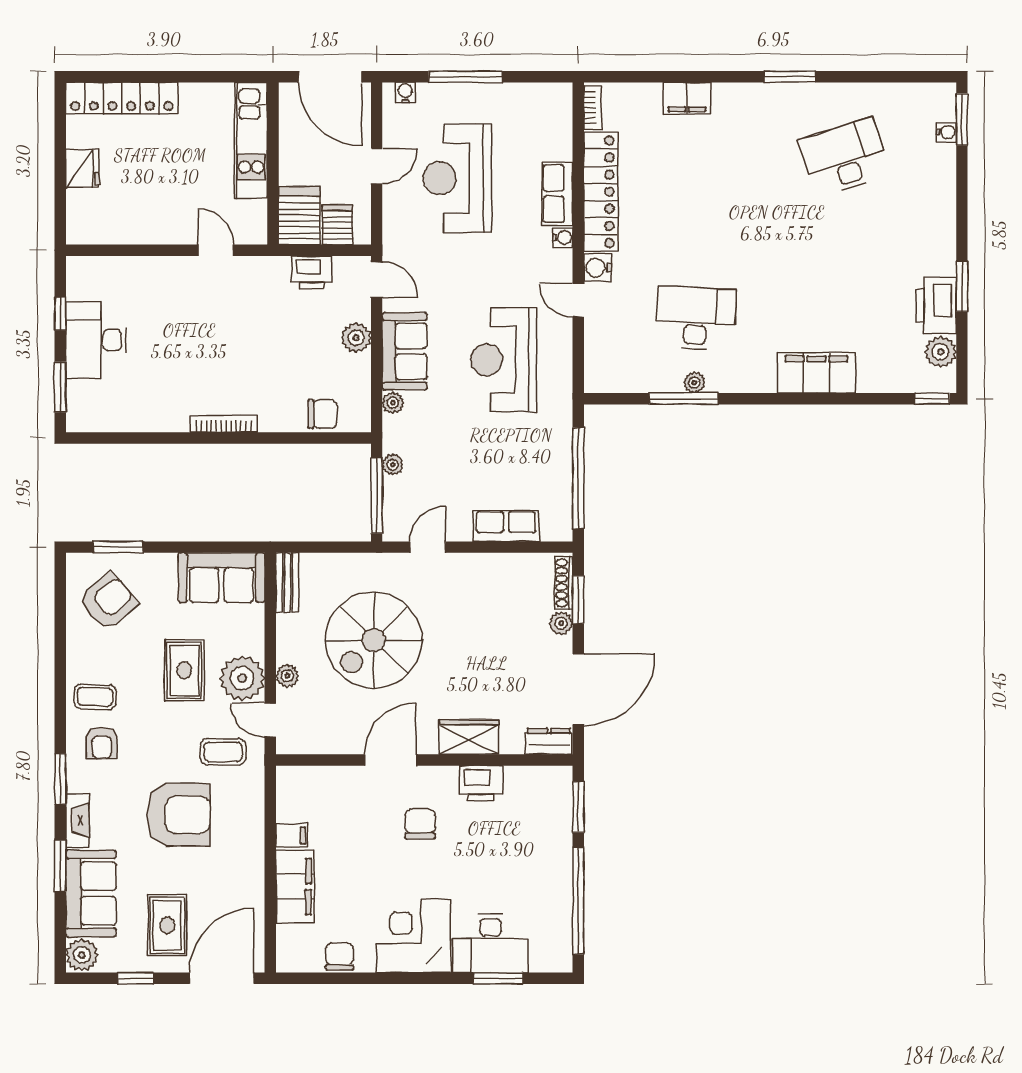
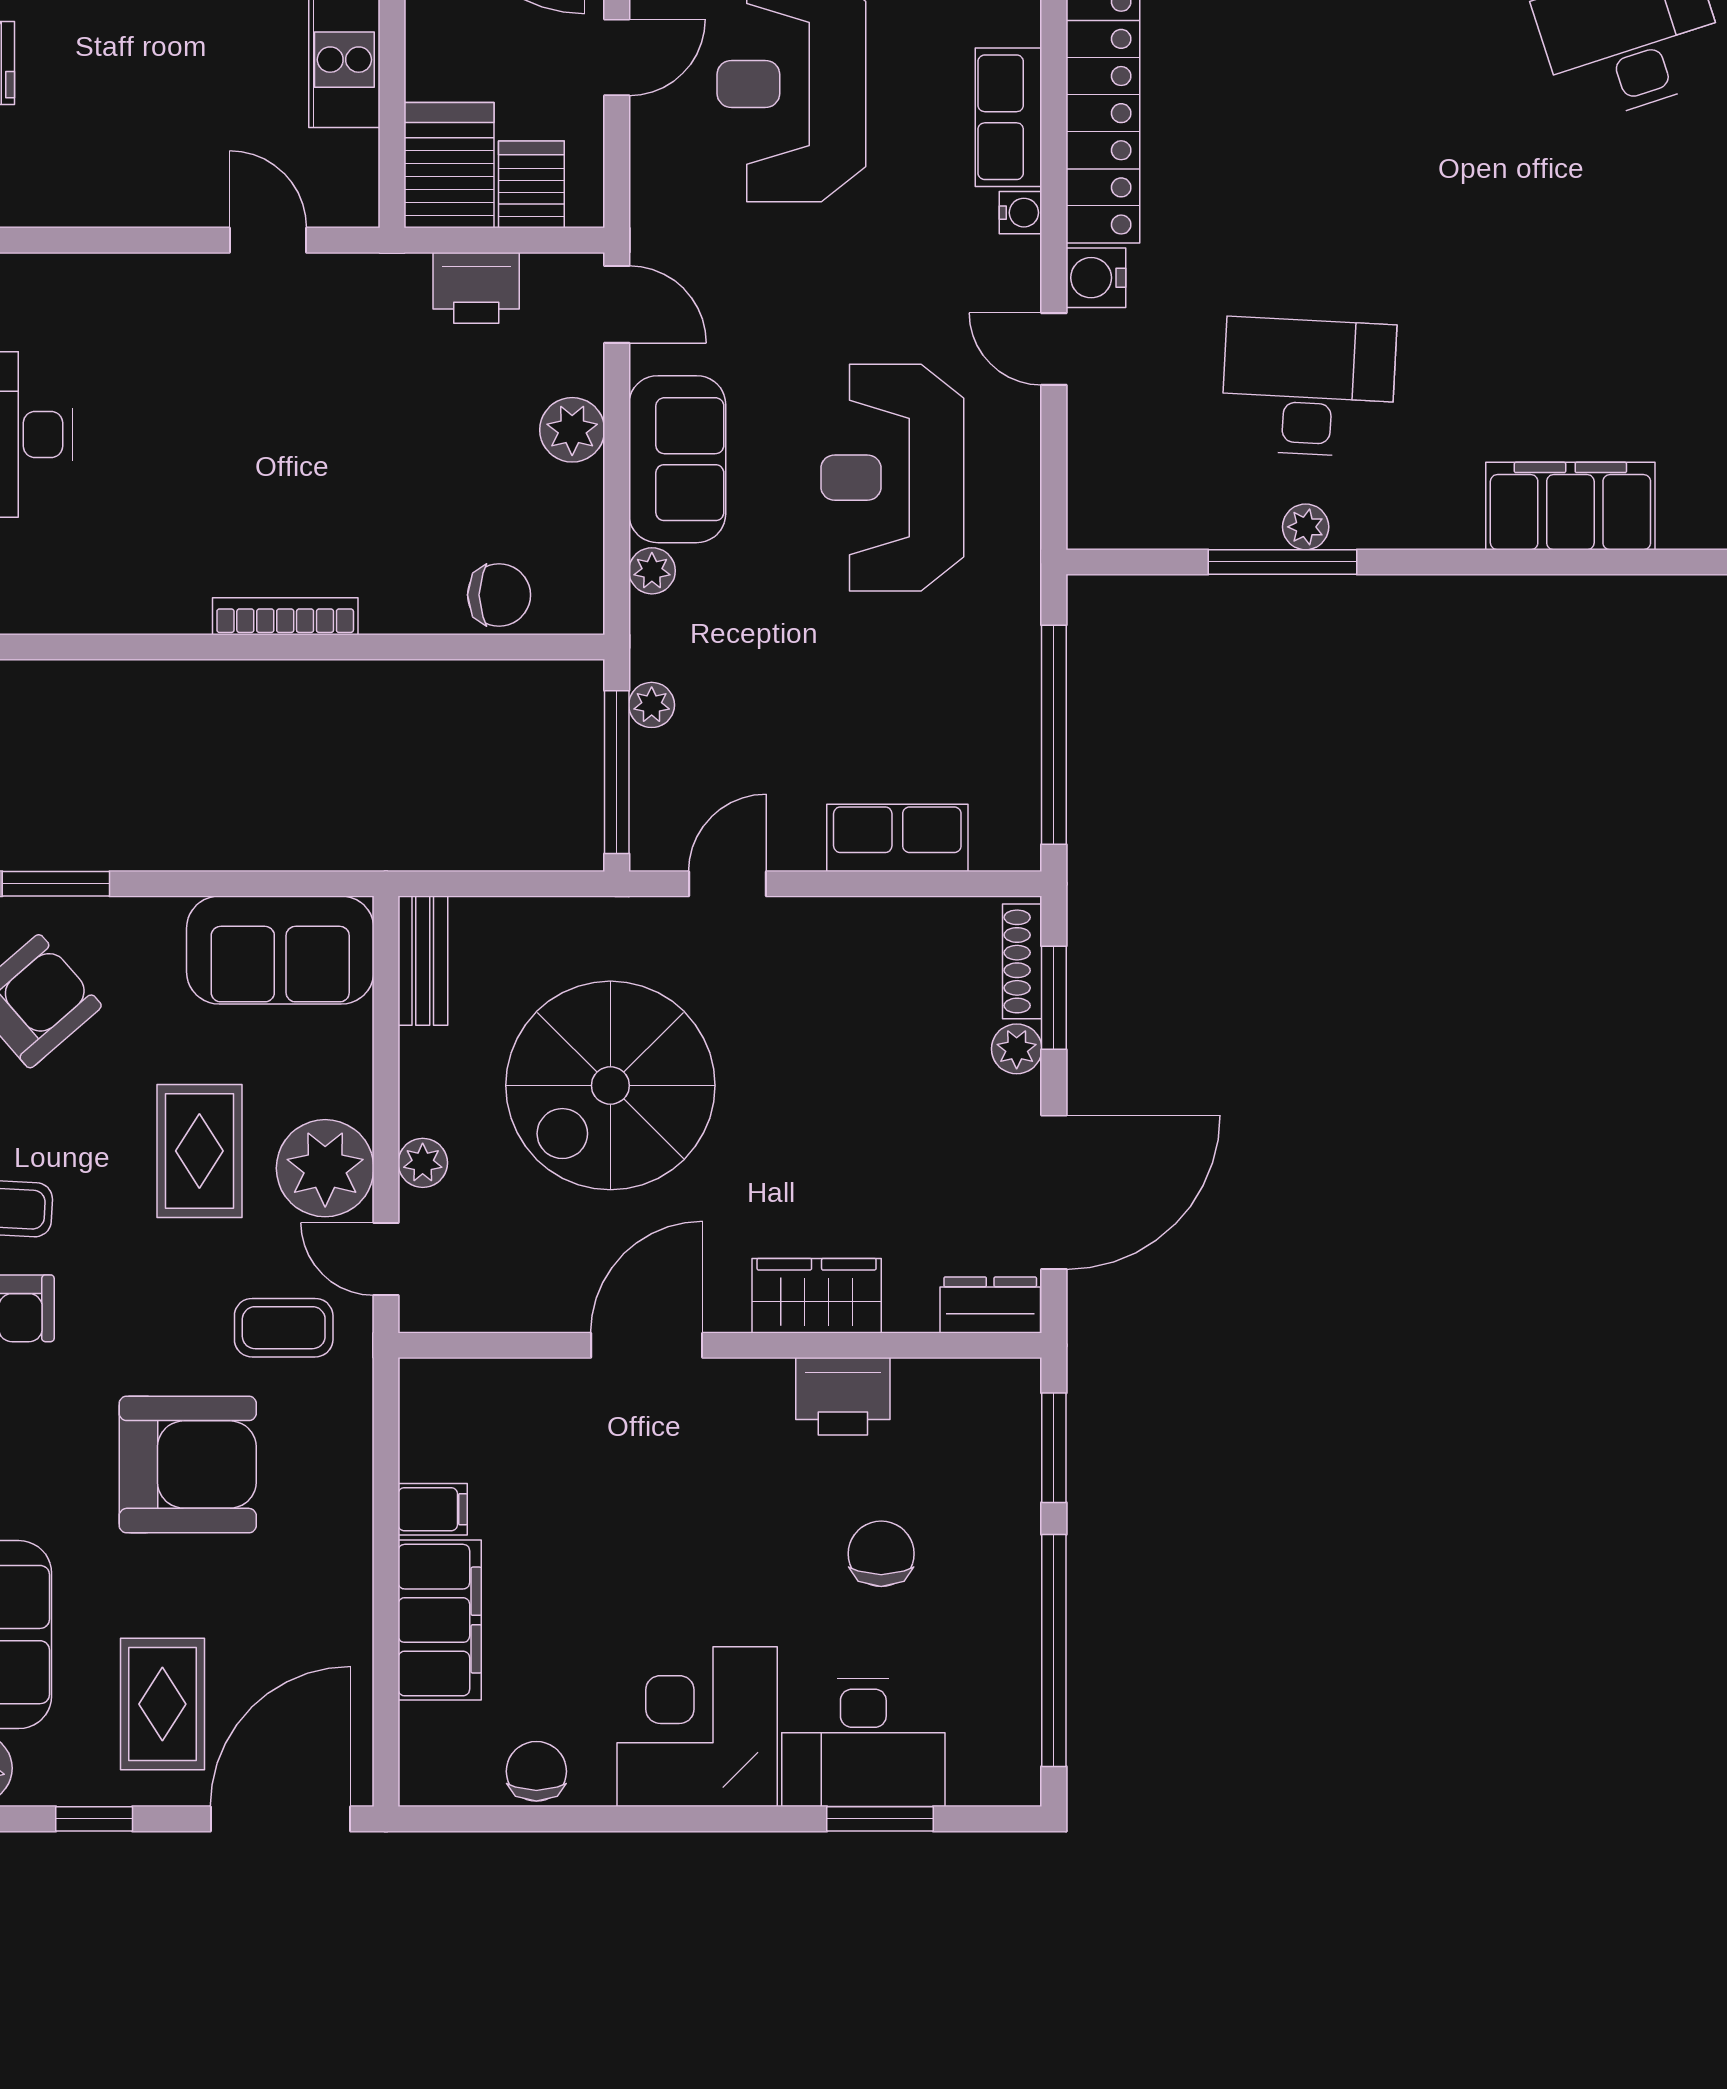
chair: (420, 824) -> (881, 1554), moved

